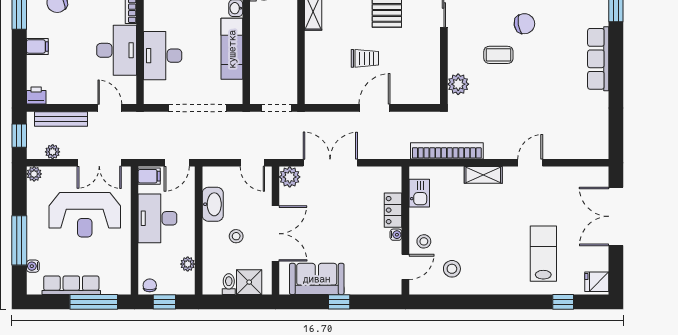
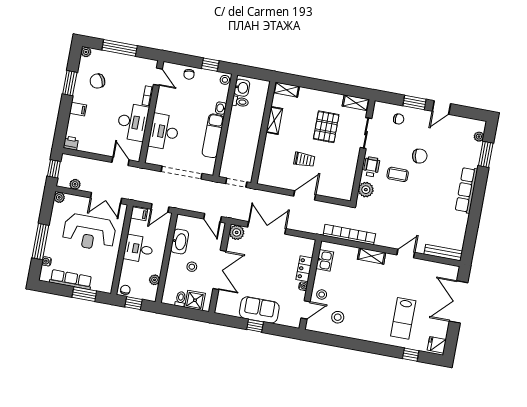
wheelchair: (460, 51) -> (371, 167), added
bench: (61, 119) -> (443, 253), moved
desk: (157, 218) -> (139, 249), width x0.73
lab bench: (543, 254) -> (403, 318), turned 180
sofa: (317, 279) -> (259, 310), moved
window: (94, 302) -> (84, 294), width x0.69

